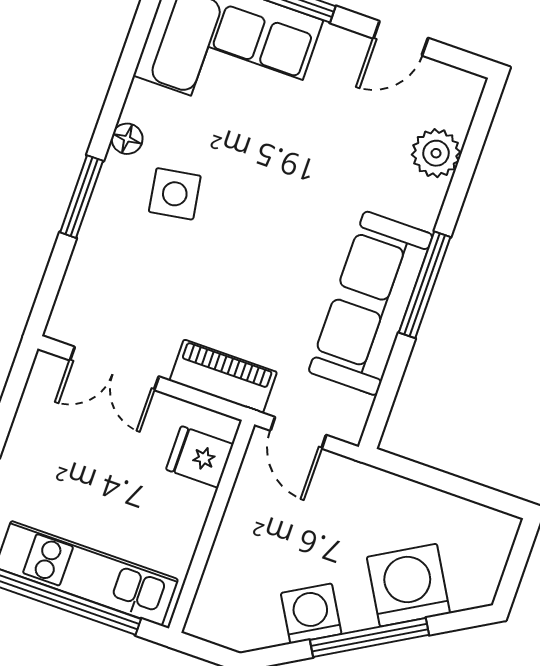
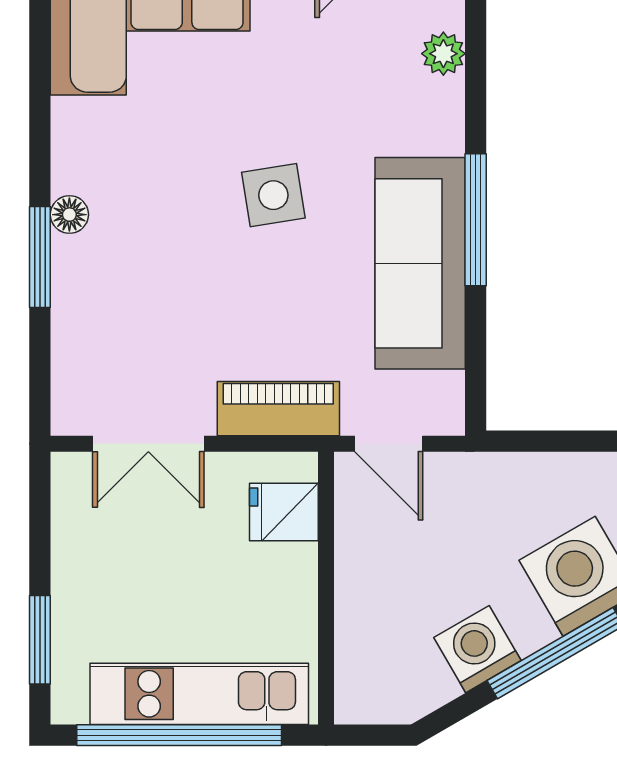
floor lamp: (127, 139) -> (69, 215), moved
plant: (436, 153) -> (443, 54), width x0.73, depth x0.73
side table: (175, 194) -> (273, 195), moved

